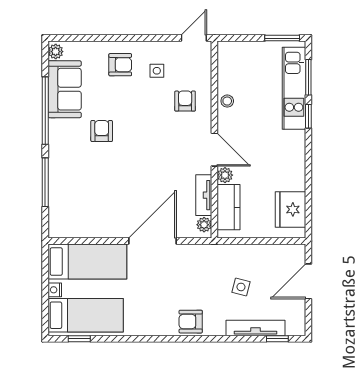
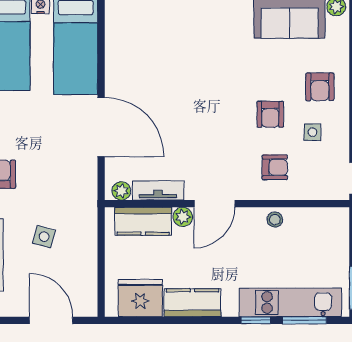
armchair: (102, 131) -> (270, 114), moved, turned 90
kitchen counter: (294, 167) -> (192, 303), added

